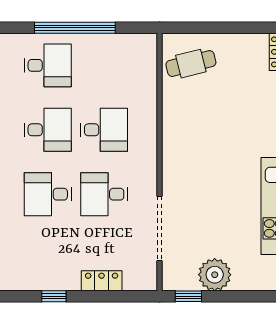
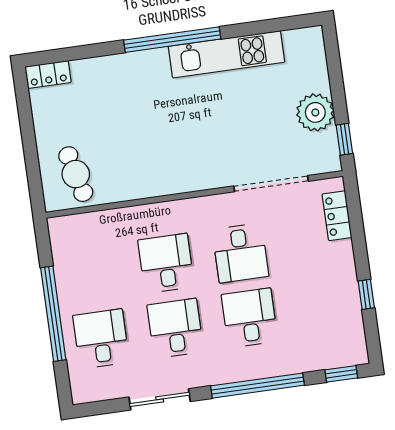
desk: (48, 194) -> (250, 318), turned 180
locker: (102, 281) -> (337, 216), moved

